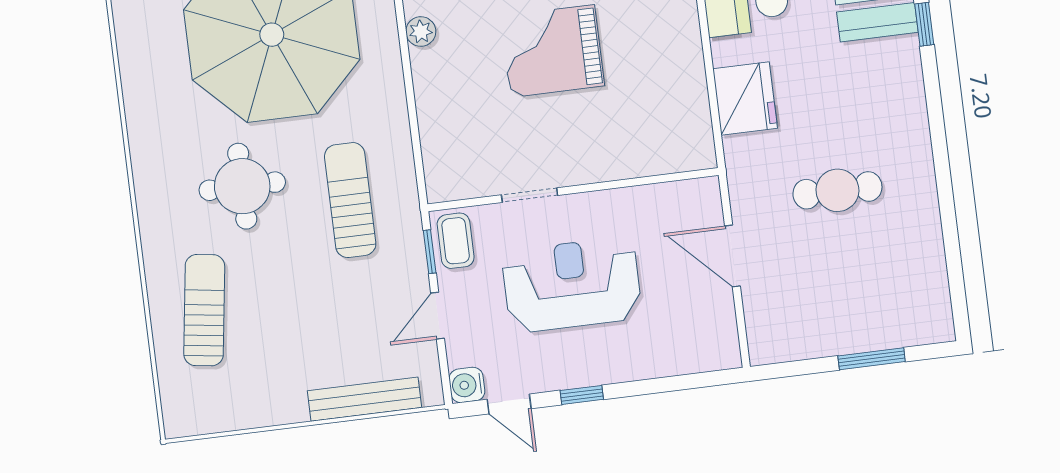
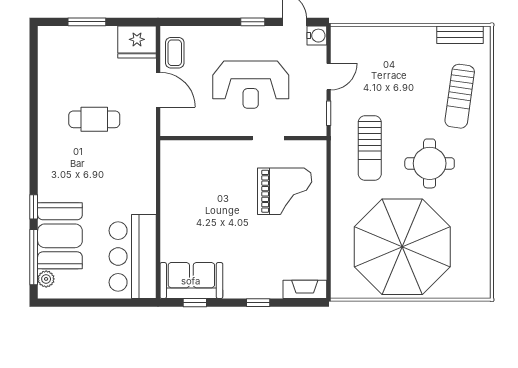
plant: (421, 32) -> (318, 238), removed
grand piano: (552, 51) -> (285, 191), moved
fridge: (745, 98) -> (137, 42), moved, turned -90
coffee table: (456, 241) -> (175, 53), moved
bench: (365, 399) -> (460, 35), moved, width x0.73

